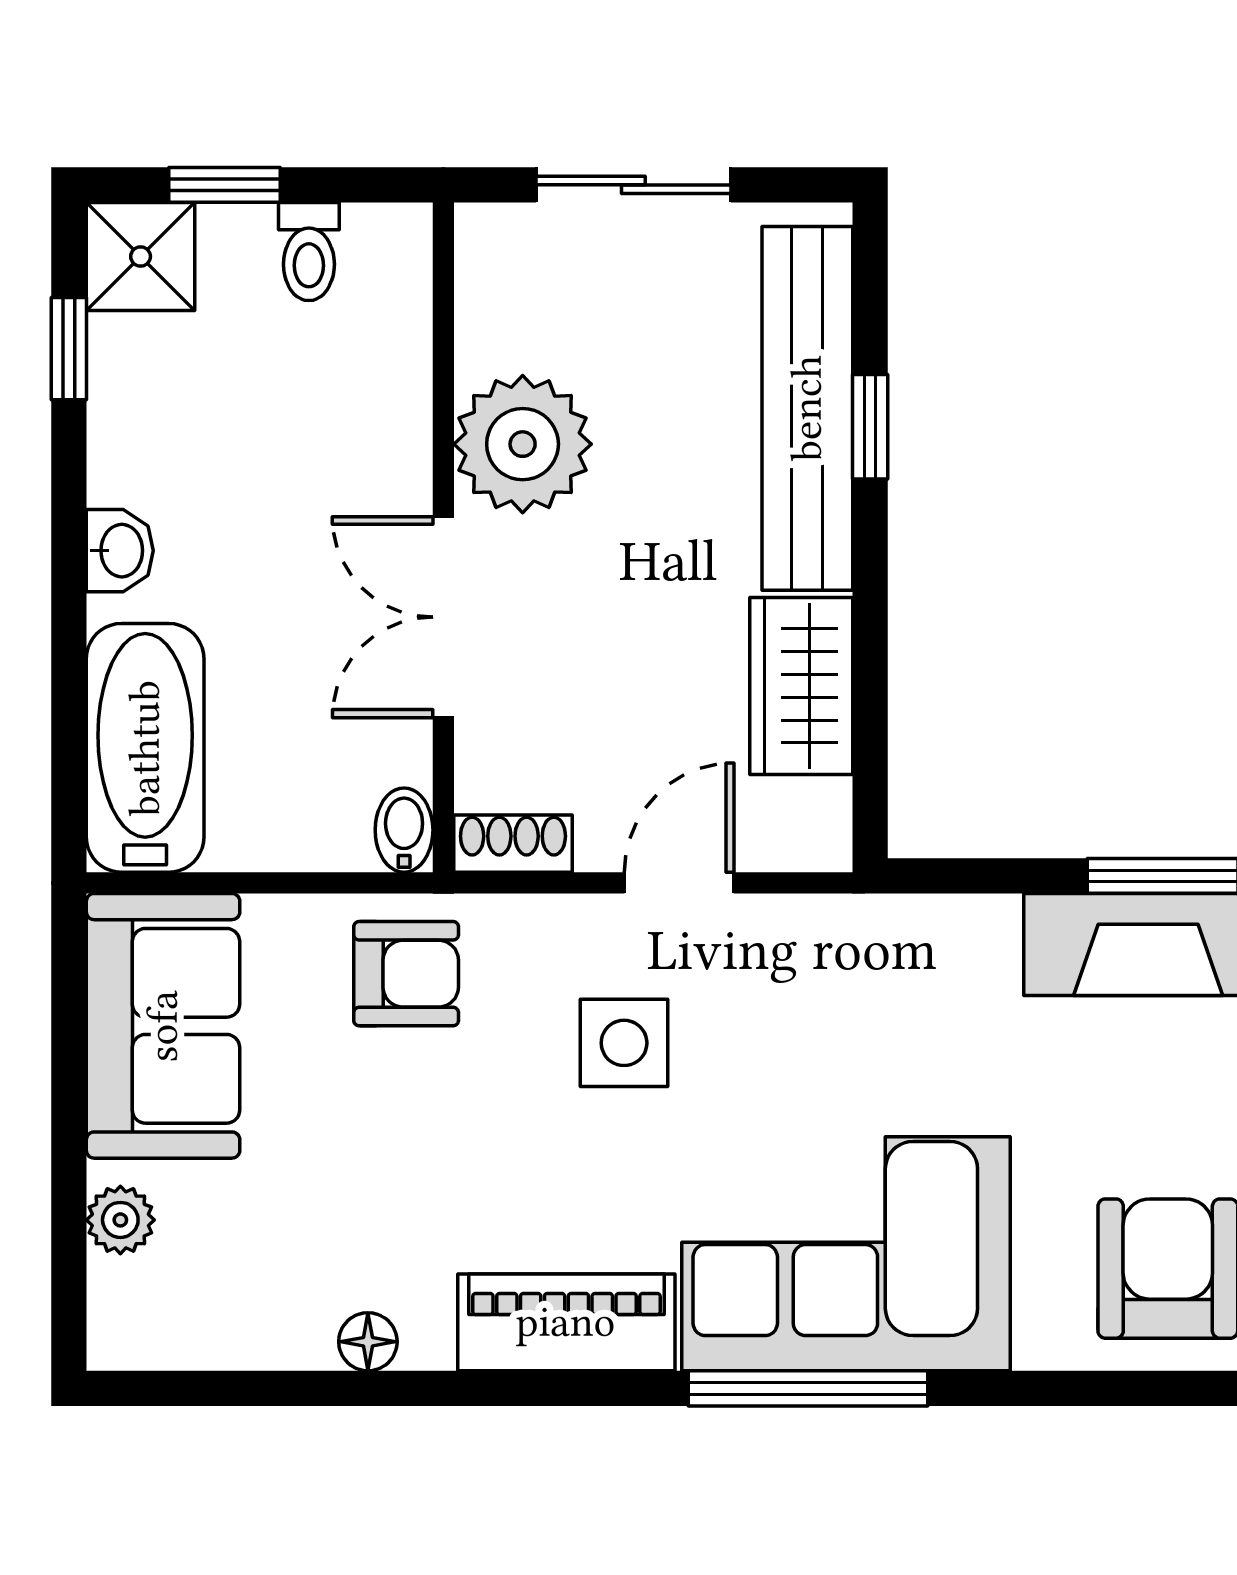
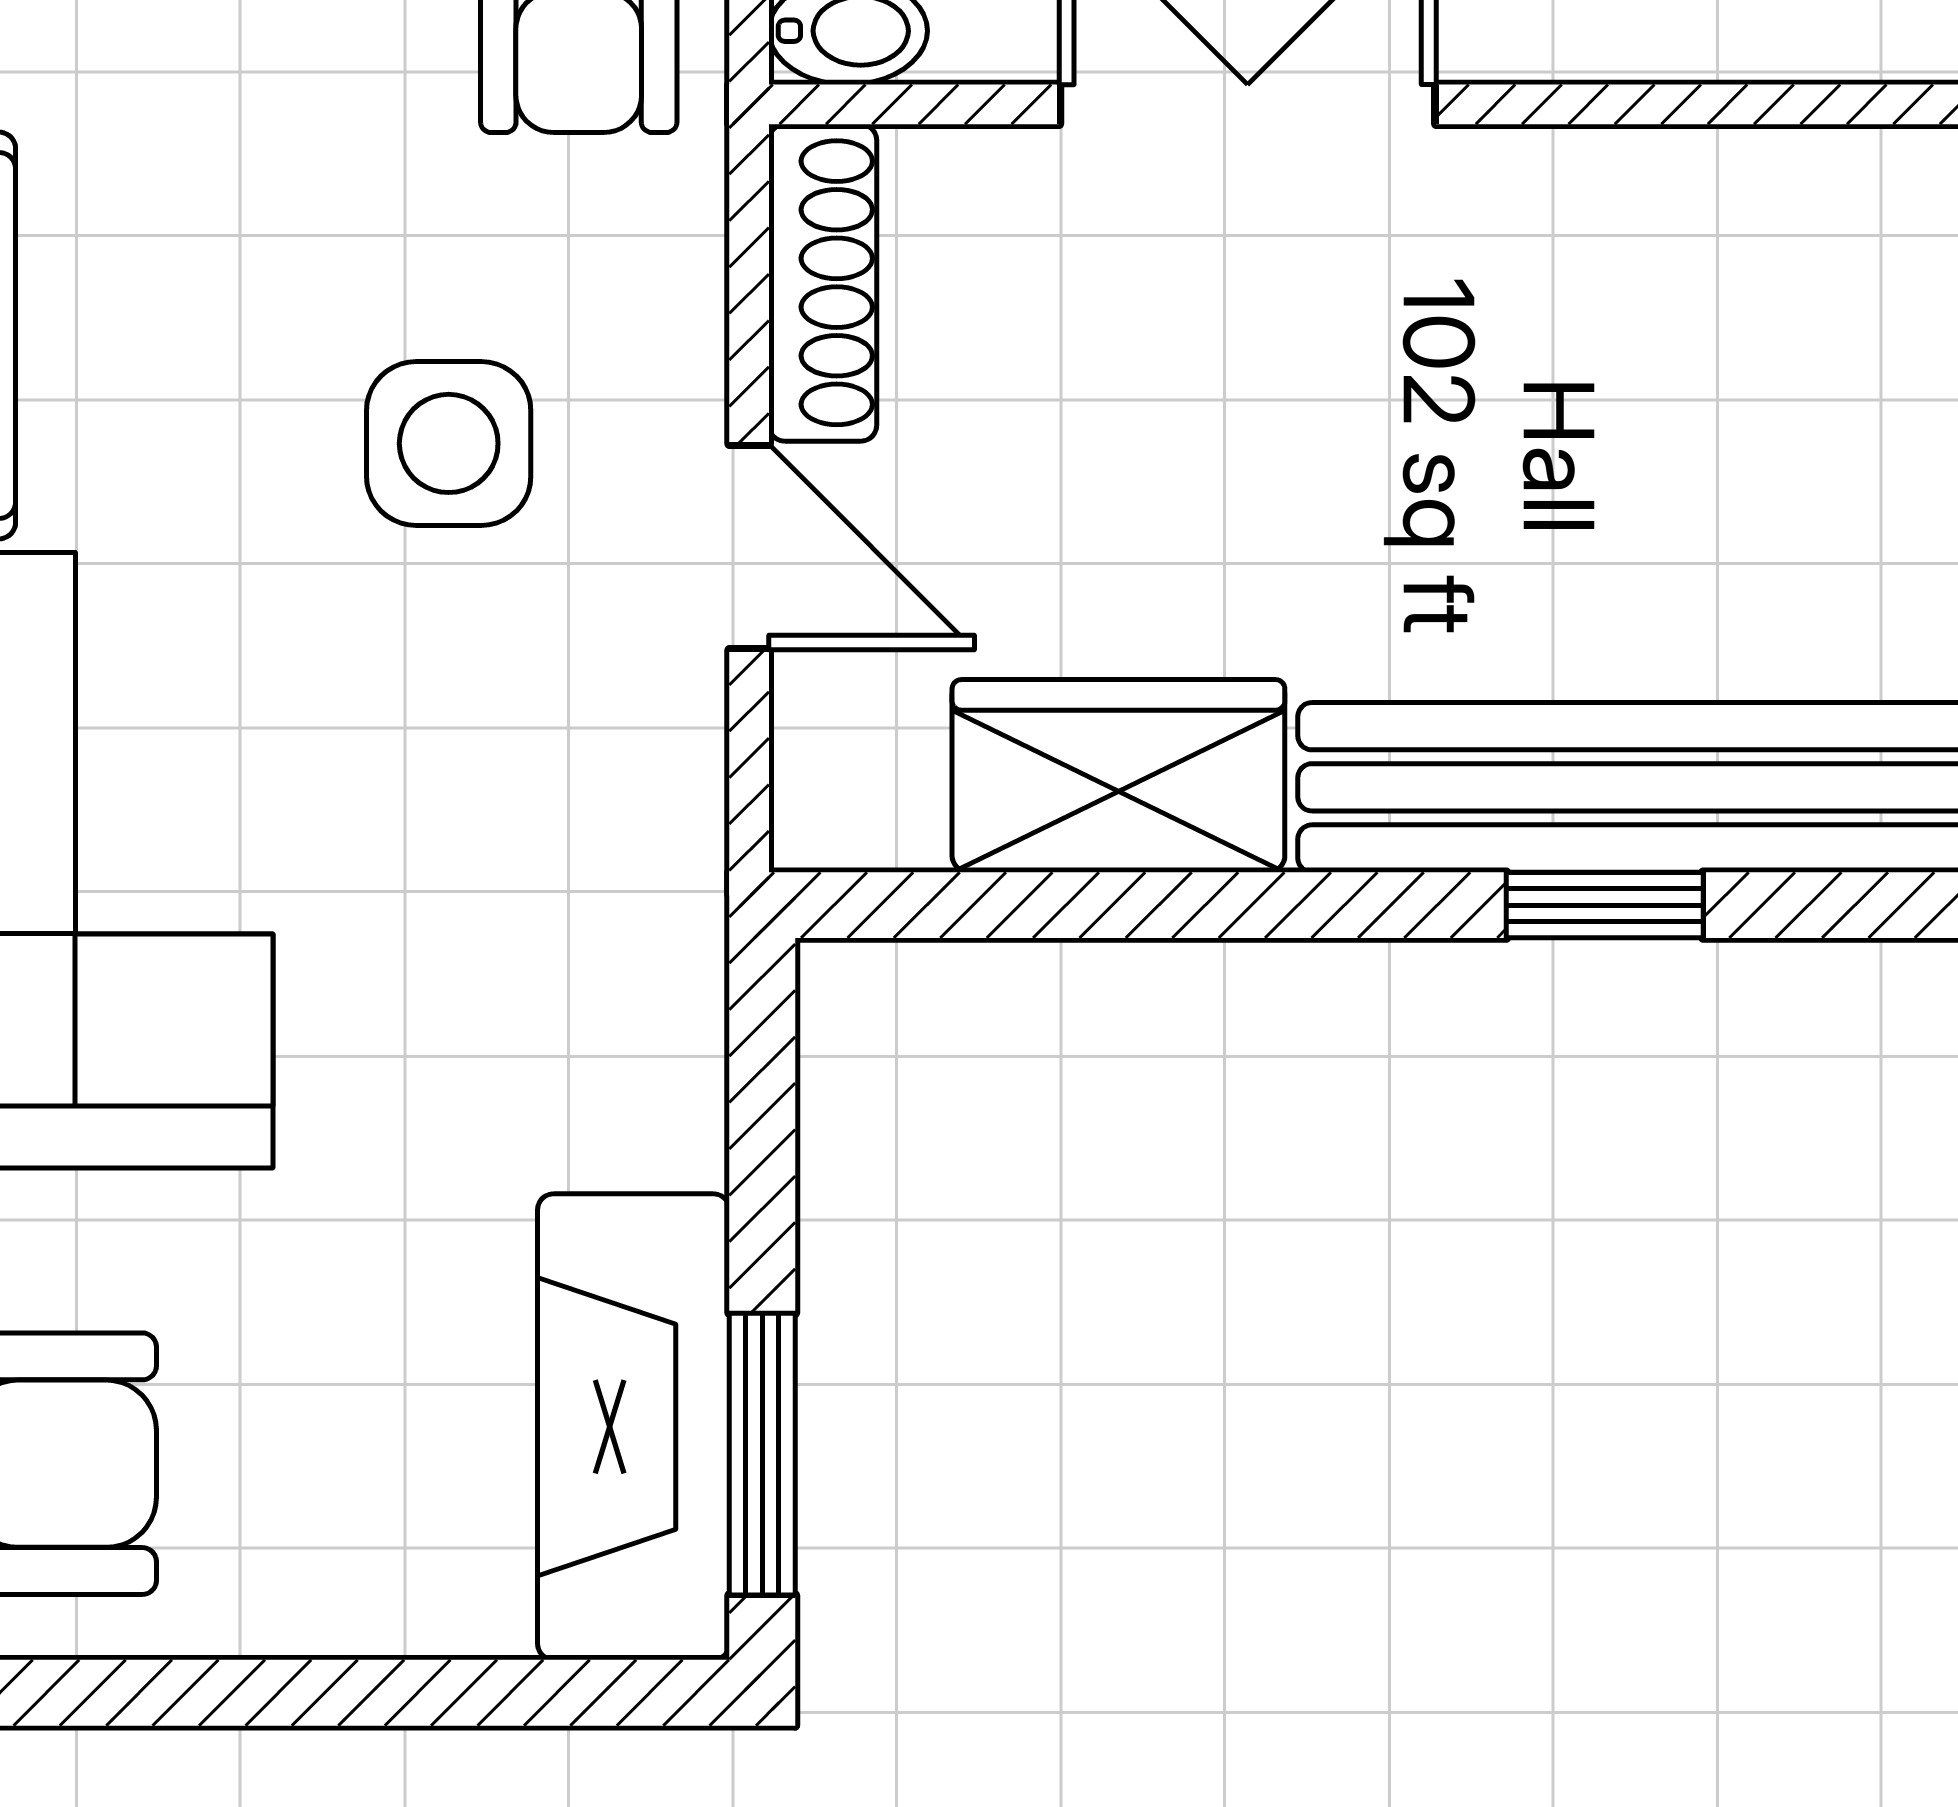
plant: (523, 444) -> (1572, 253), removed
shoe rack: (513, 844) -> (823, 283), width x1.43

